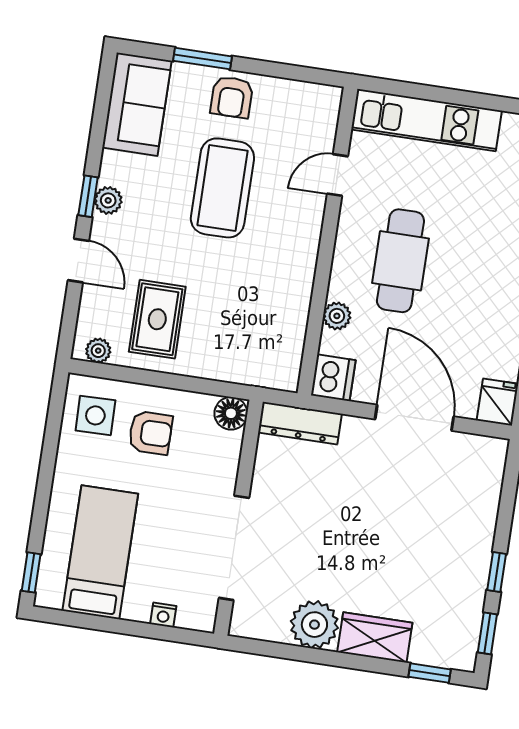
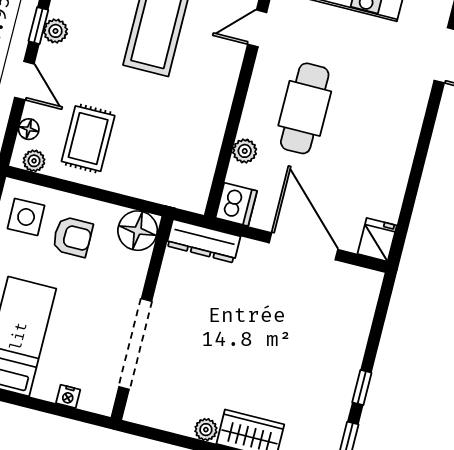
floor lamp: (89, 315) -> (29, 129), added
floor lamp: (231, 413) -> (138, 231), width x1.38, depth x1.38
plant: (314, 625) -> (206, 430), width x0.53, depth x0.53

